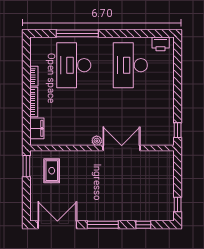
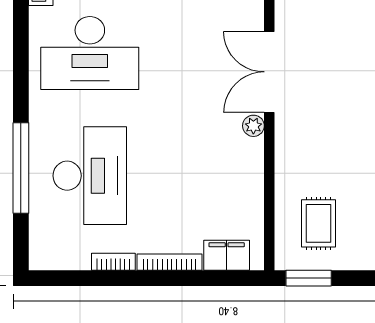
desk: (74, 65) -> (90, 176), turned -90
rug: (52, 171) -> (319, 223), turned 90

